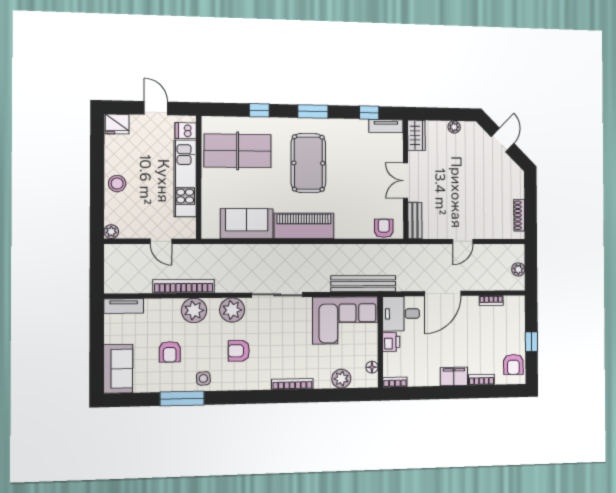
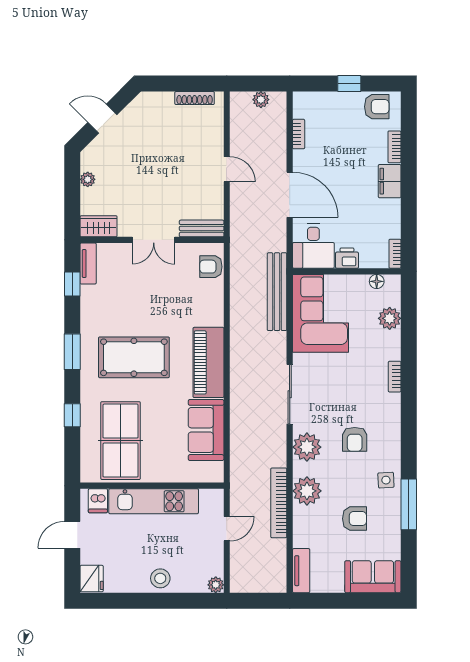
bookcase: (292, 384) -> (395, 377), width x0.64

